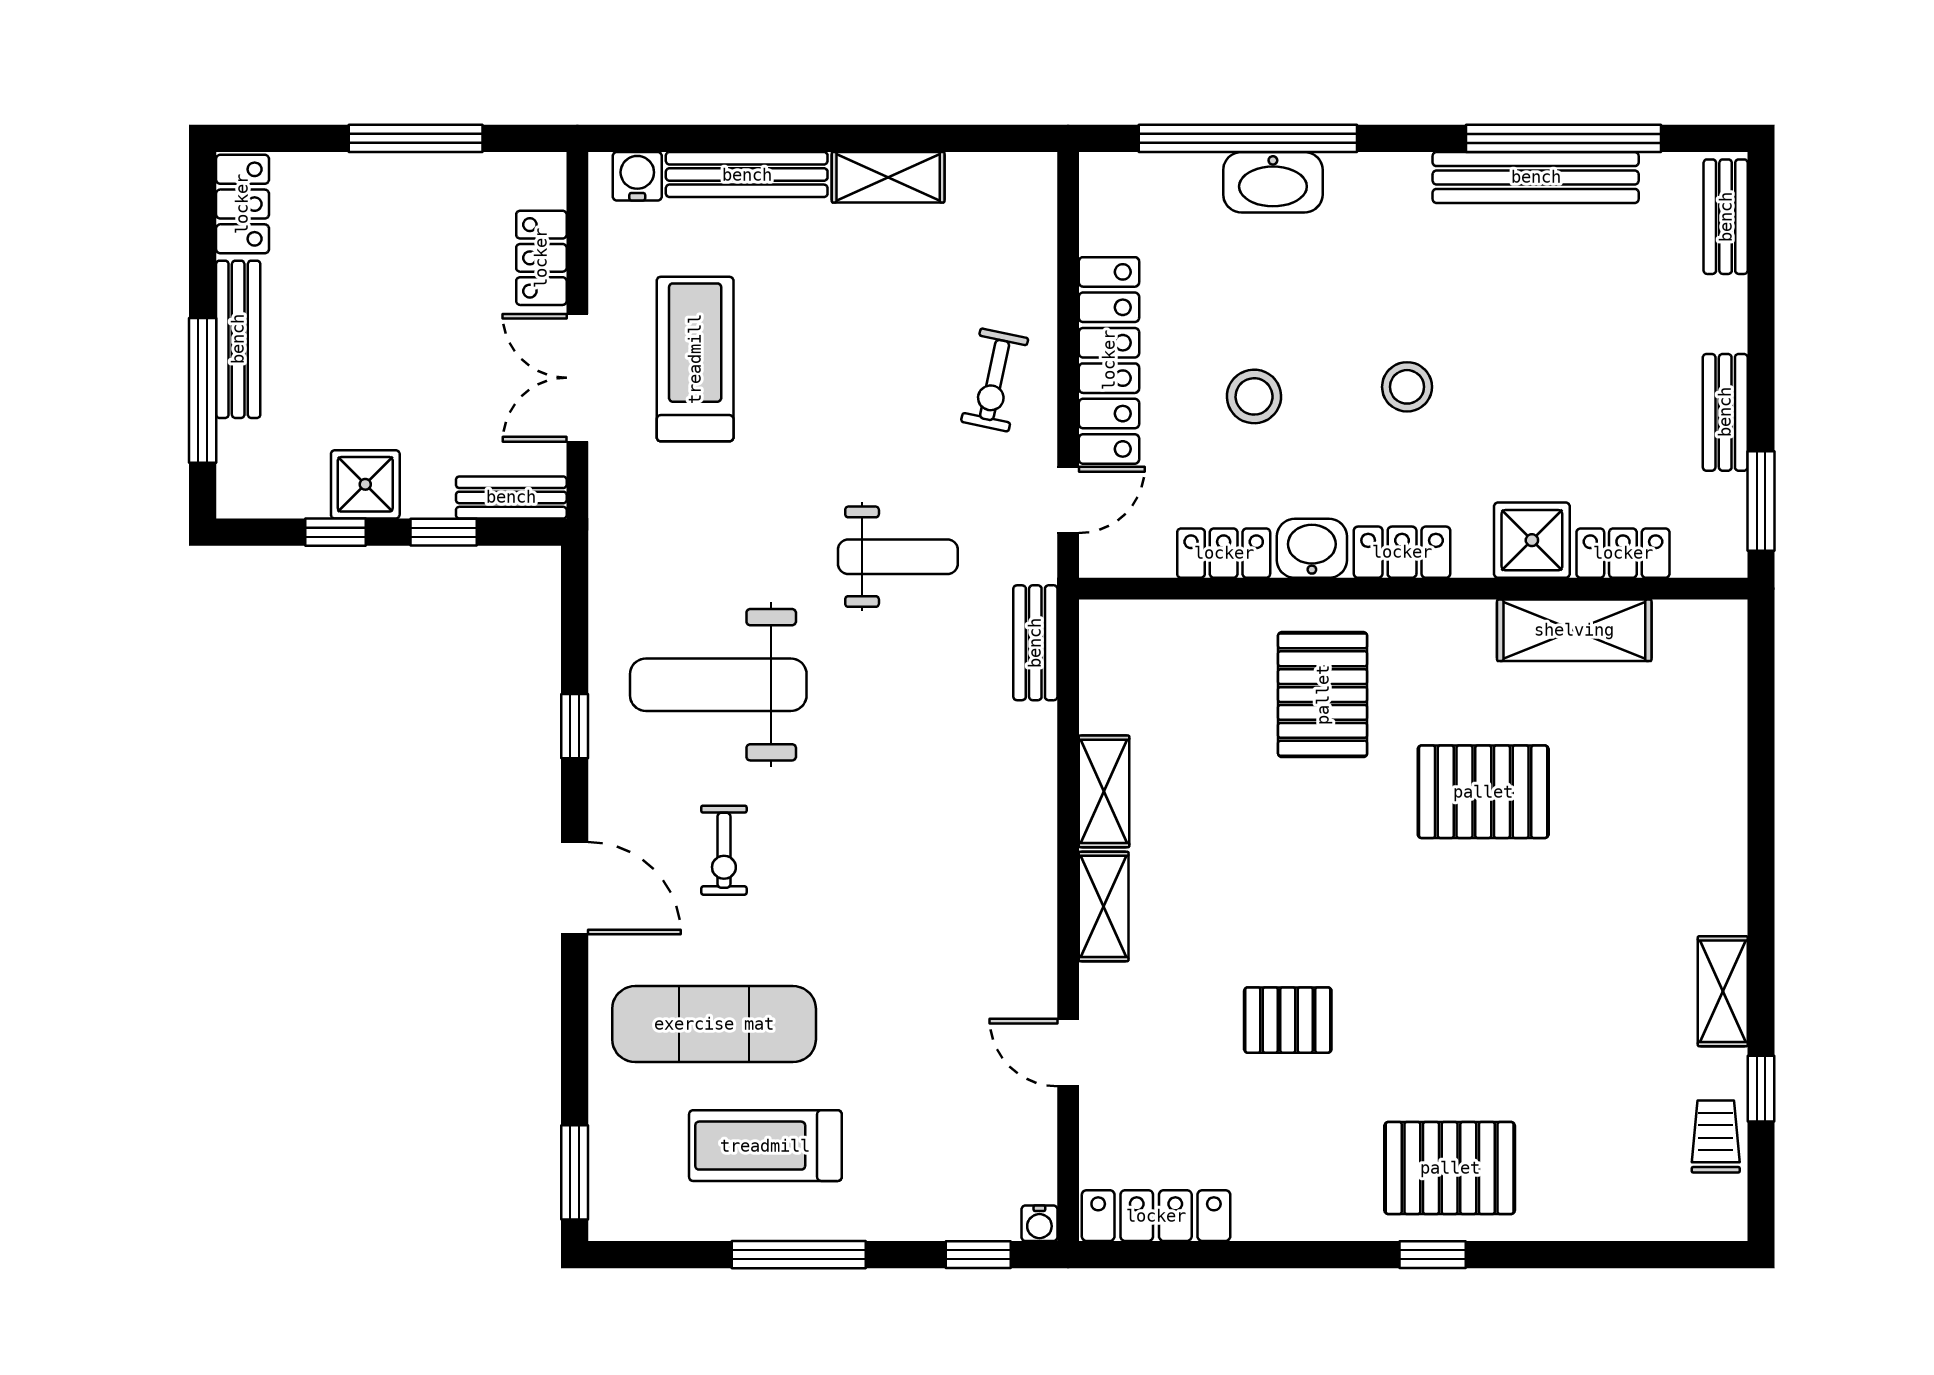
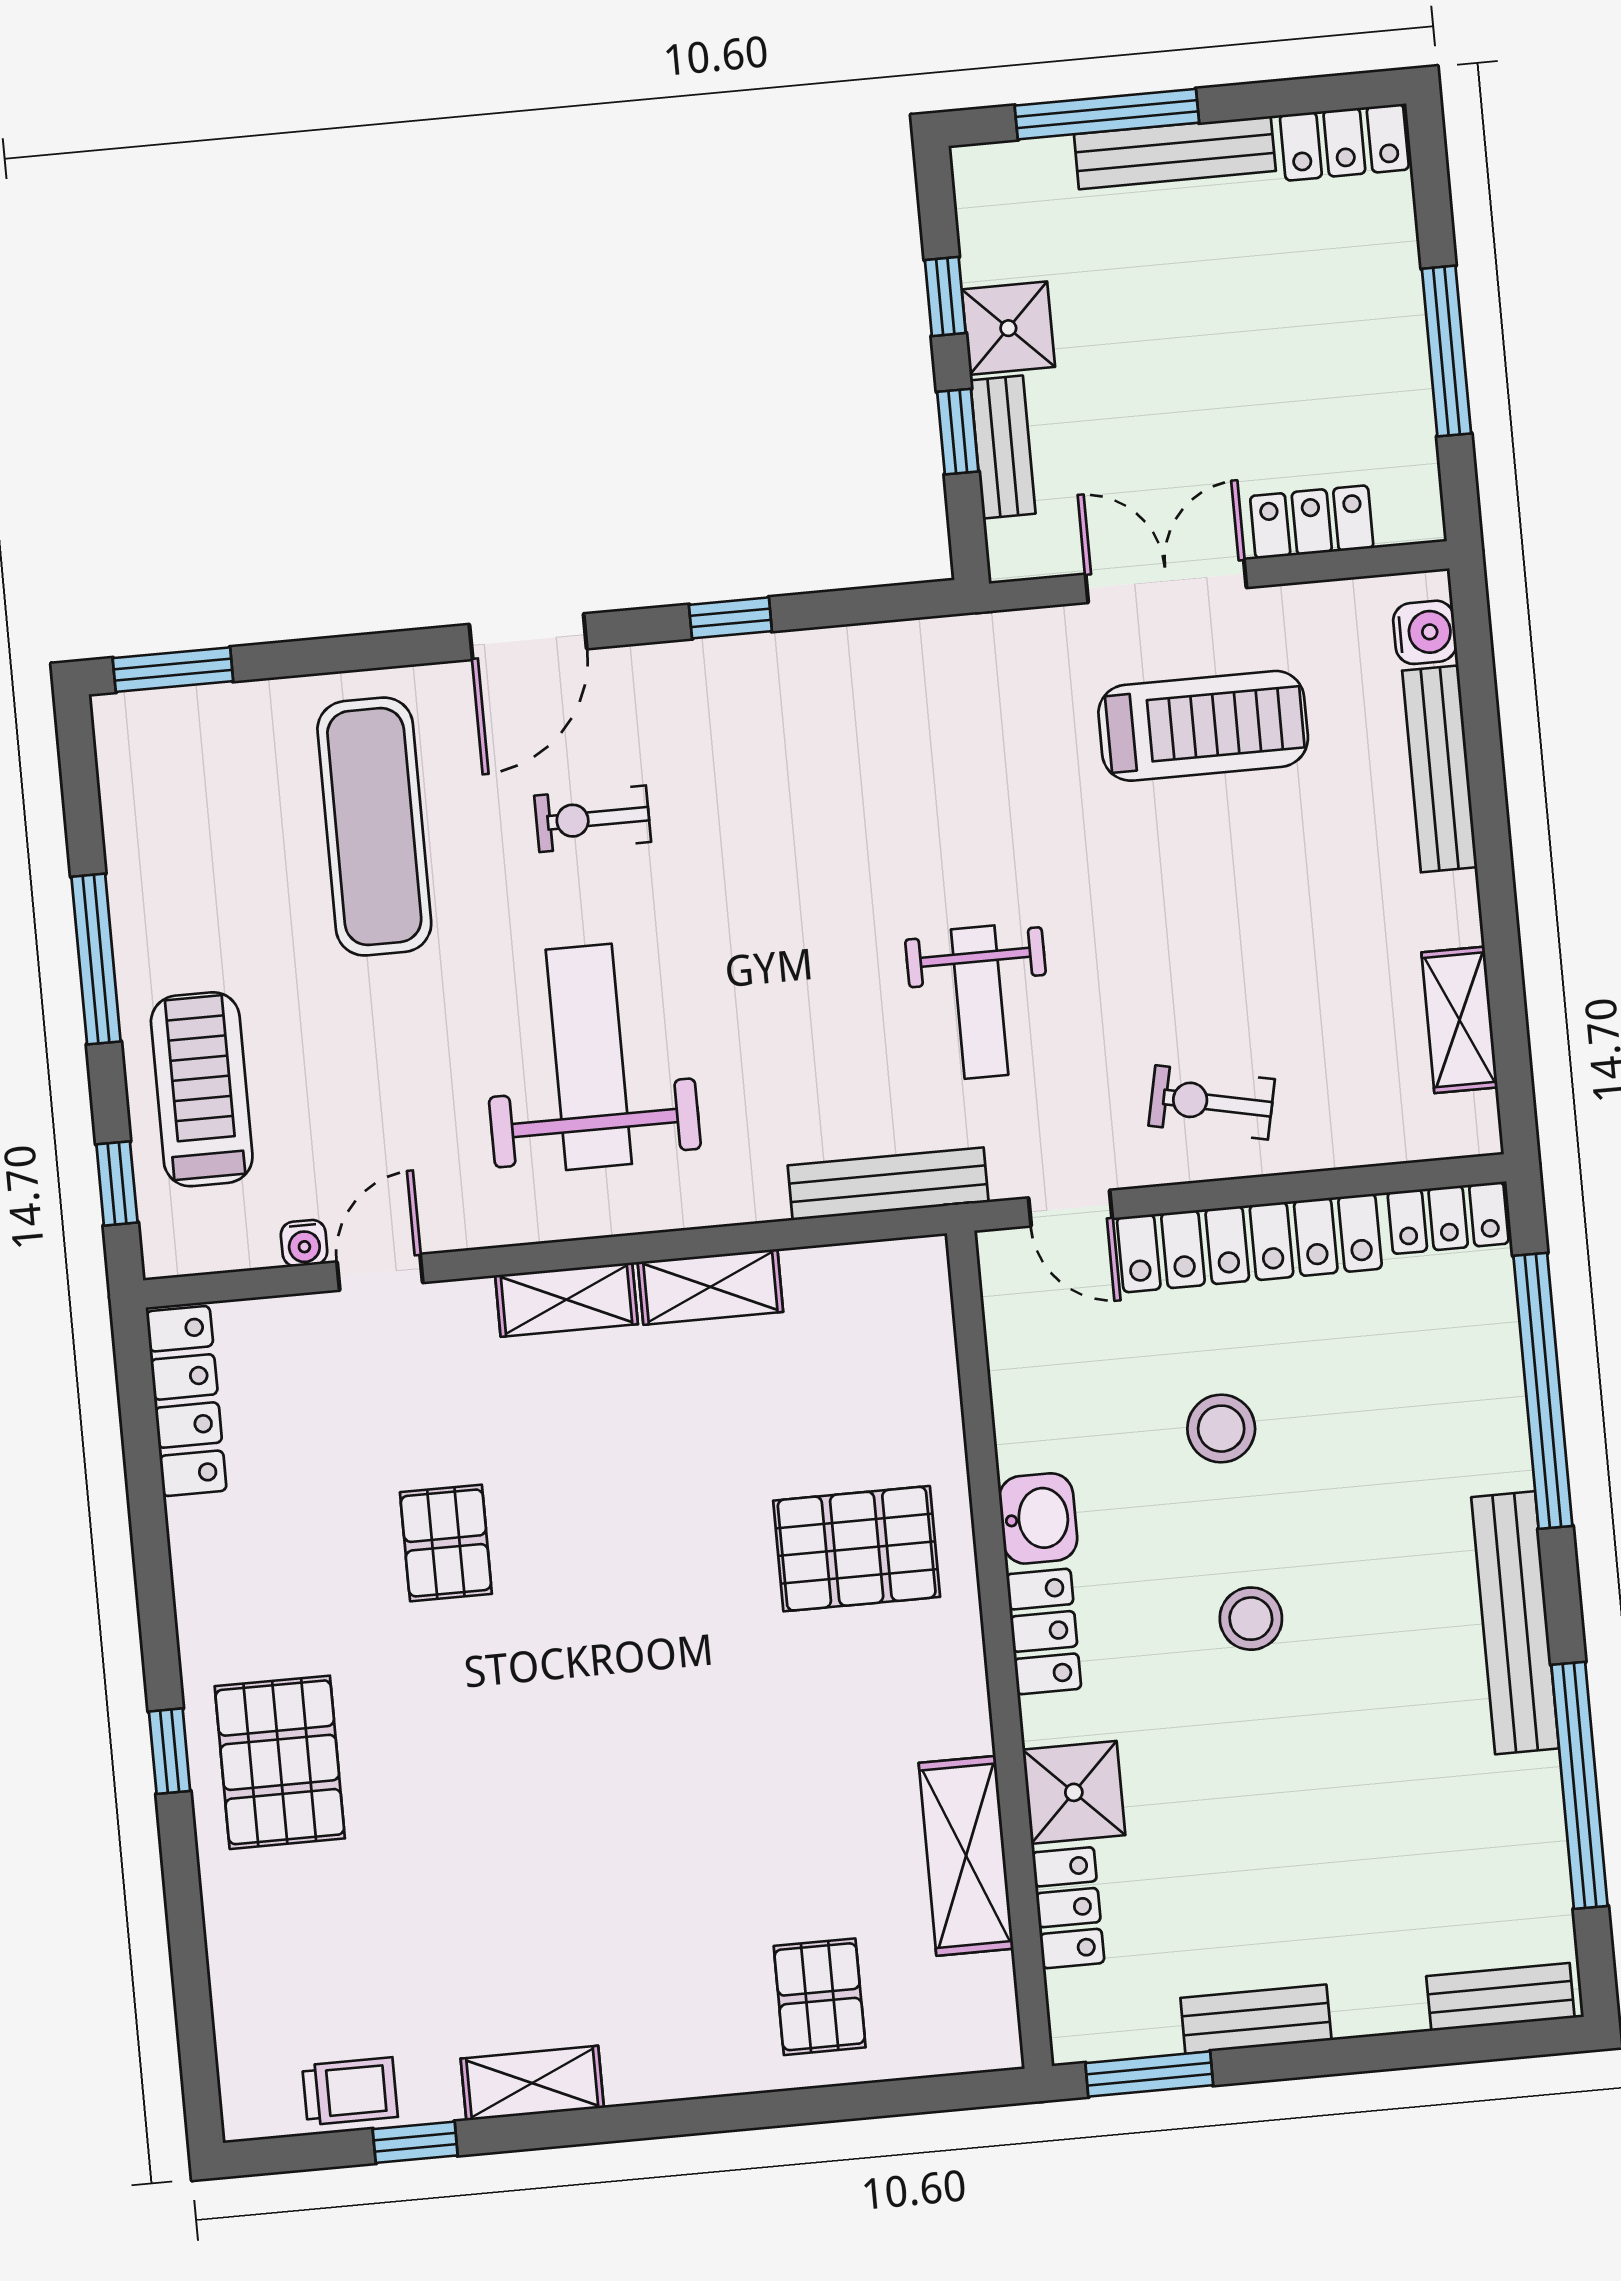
shelving: (888, 177) -> (1460, 1020), moved
bench: (1536, 177) -> (1515, 1623), moved
washbasin: (1273, 182) -> (1491, 1427), removed
bench: (511, 497) -> (1003, 447), moved
locker: (1224, 553) -> (1448, 1218), moved, turned 90
bench: (1035, 643) -> (888, 1184), width x1.36
weight bench: (718, 685) -> (589, 1057), moved
pallet: (1483, 792) -> (820, 1997), moved, width x0.67, depth x0.71
treadmill: (765, 1146) -> (202, 1089), moved
water cooler: (1039, 1223) -> (304, 1243), moved, turned -90

